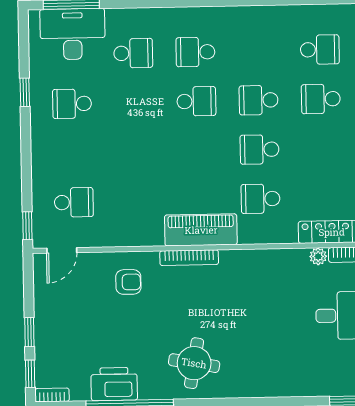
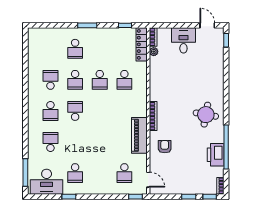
desk: (73, 34) -> (47, 182), moved, turned -90
school desk: (320, 50) -> (50, 80), moved
school desk: (74, 202) -> (124, 173), turned 180
piano: (201, 230) -> (139, 135), moved

